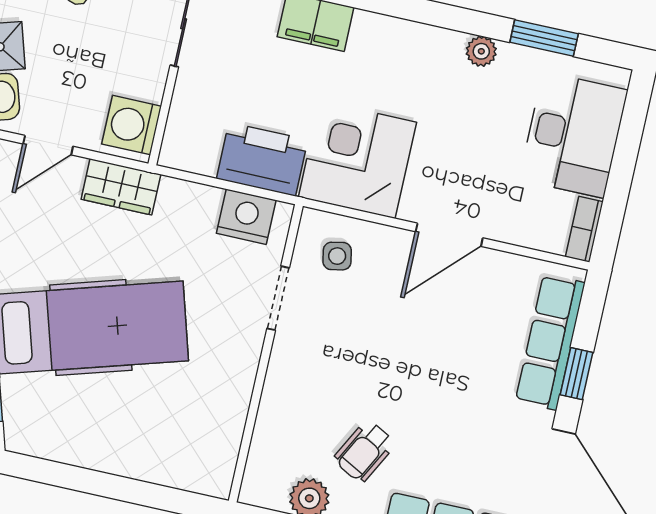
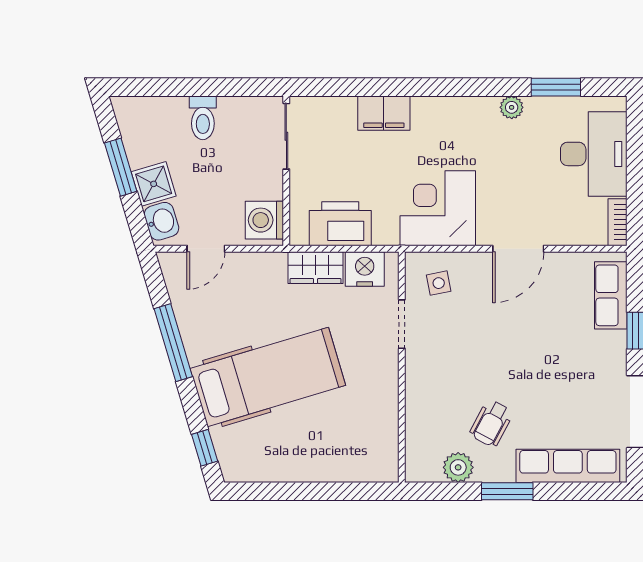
printer: (262, 159) -> (340, 224), moved
wardrobe: (121, 187) -> (316, 268), moved
row of seats: (550, 342) -> (611, 295), width x0.68

